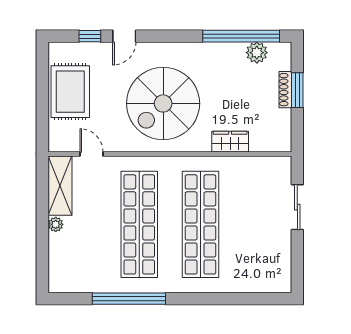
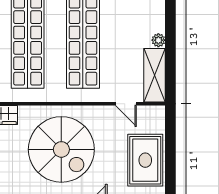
spiral stairs: (163, 103) -> (61, 149), turned 90

